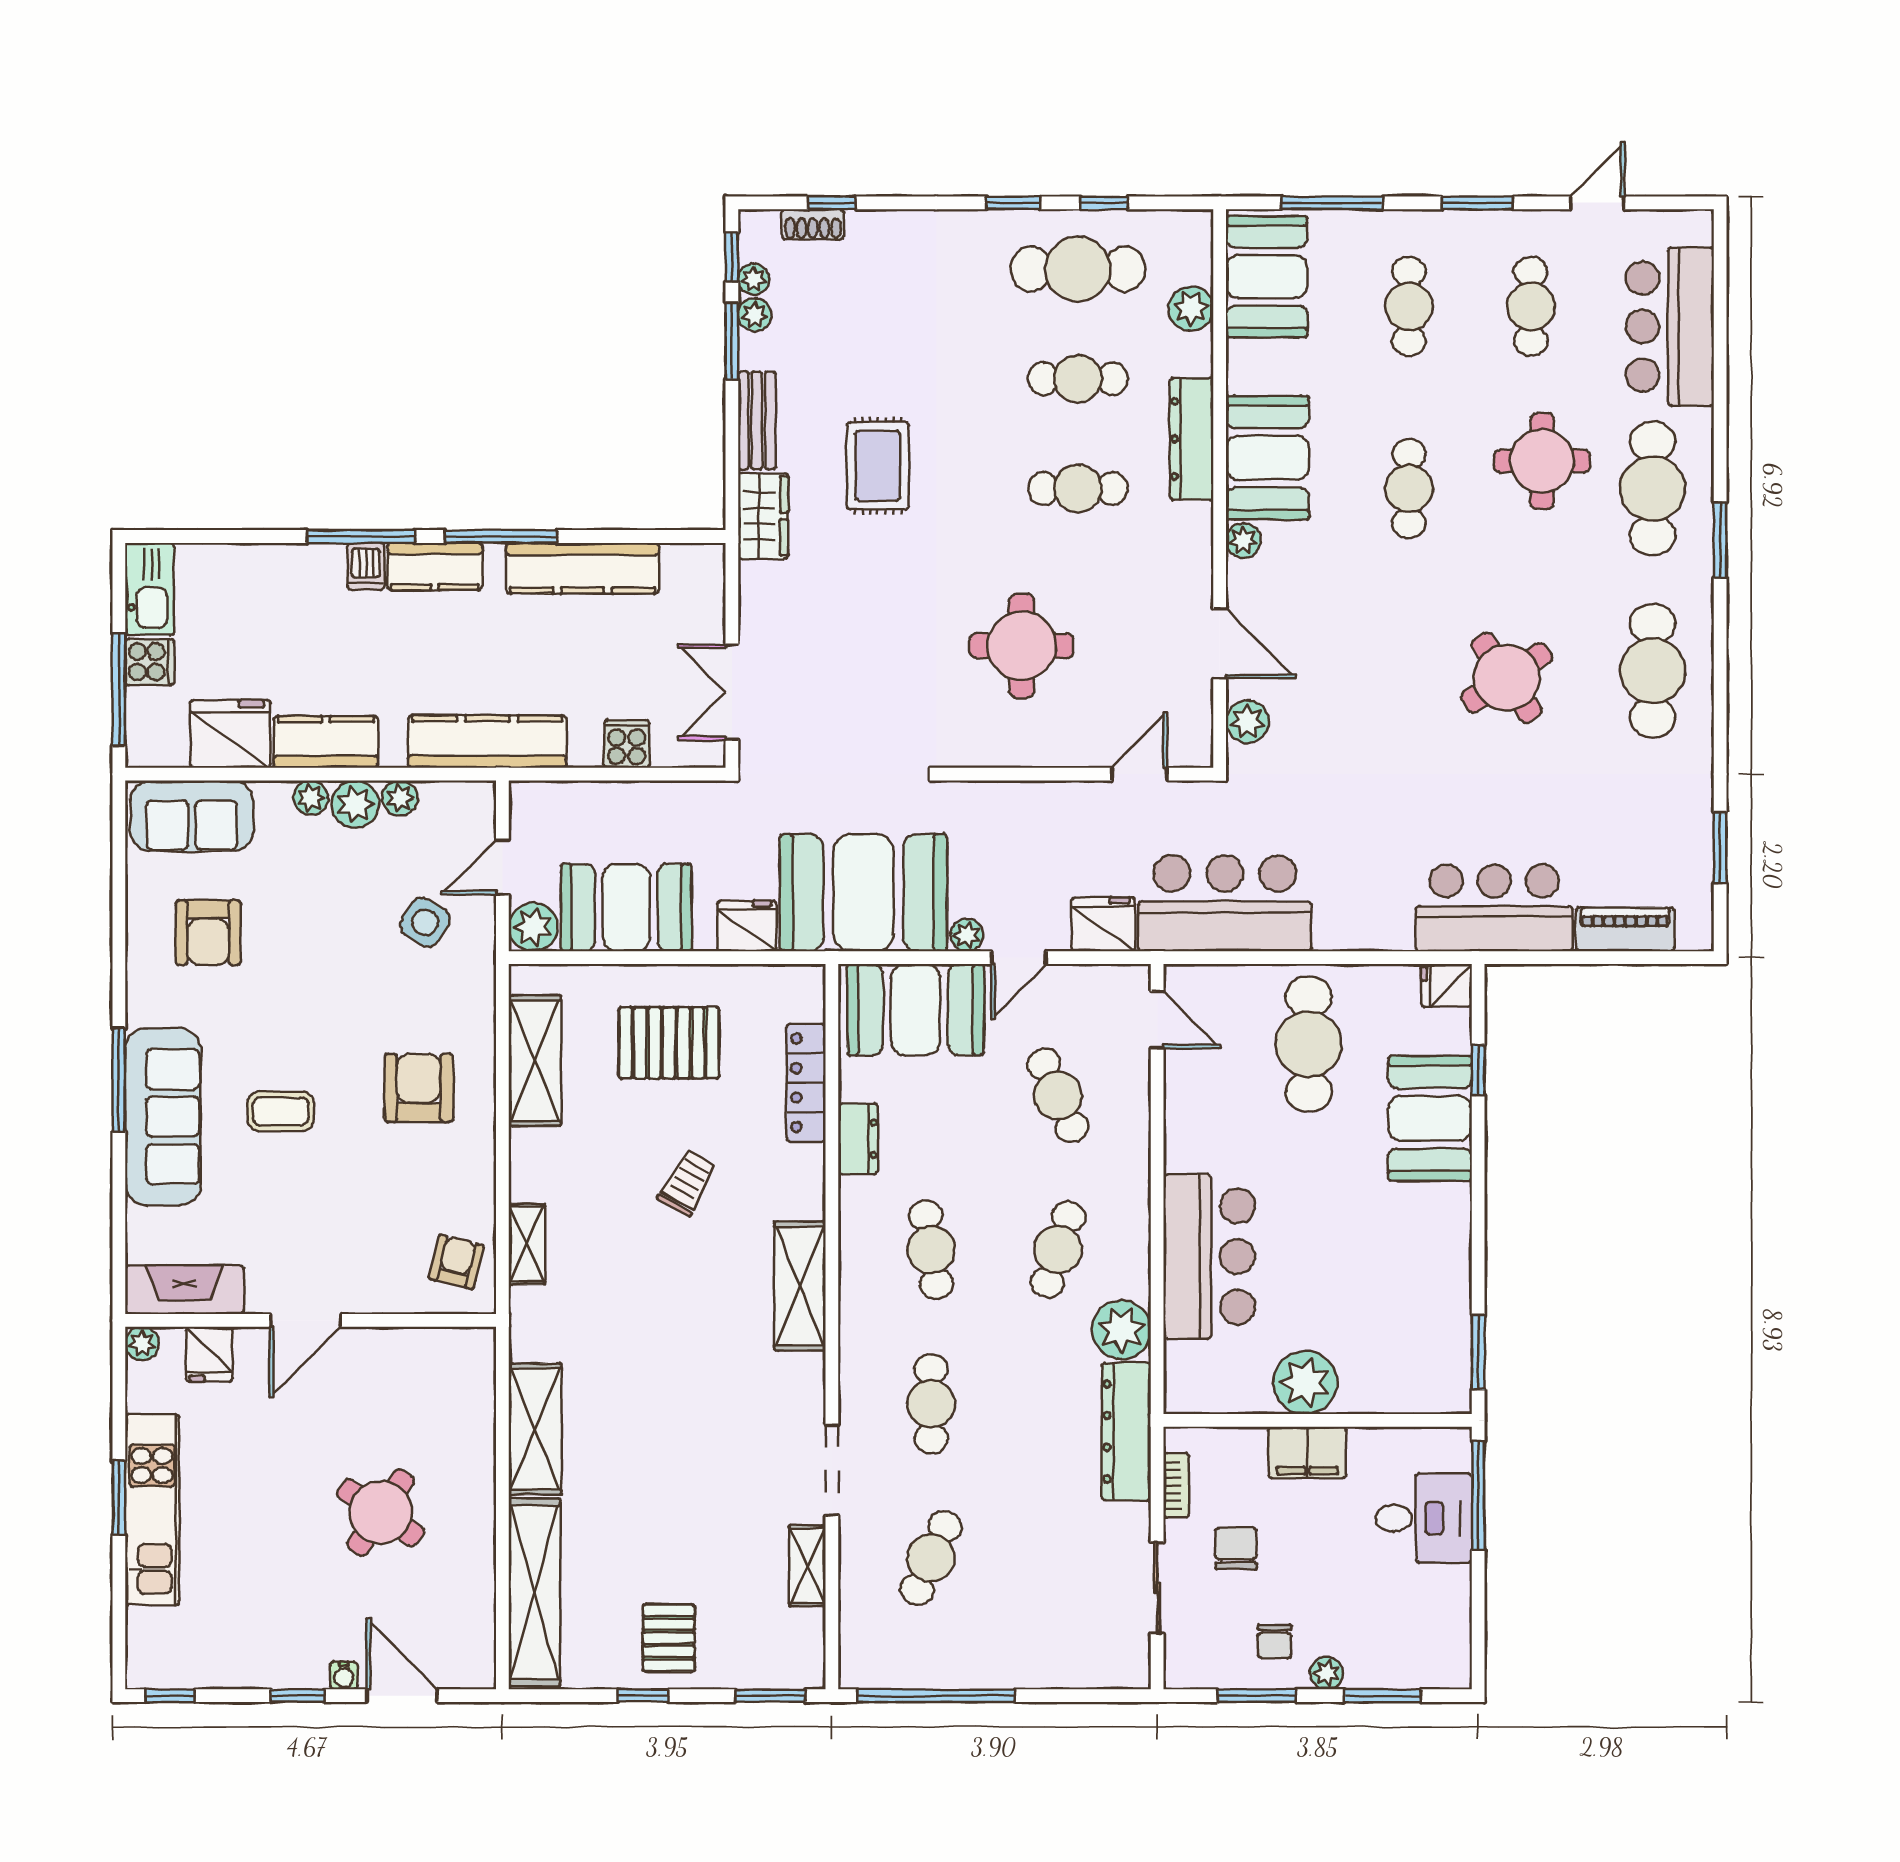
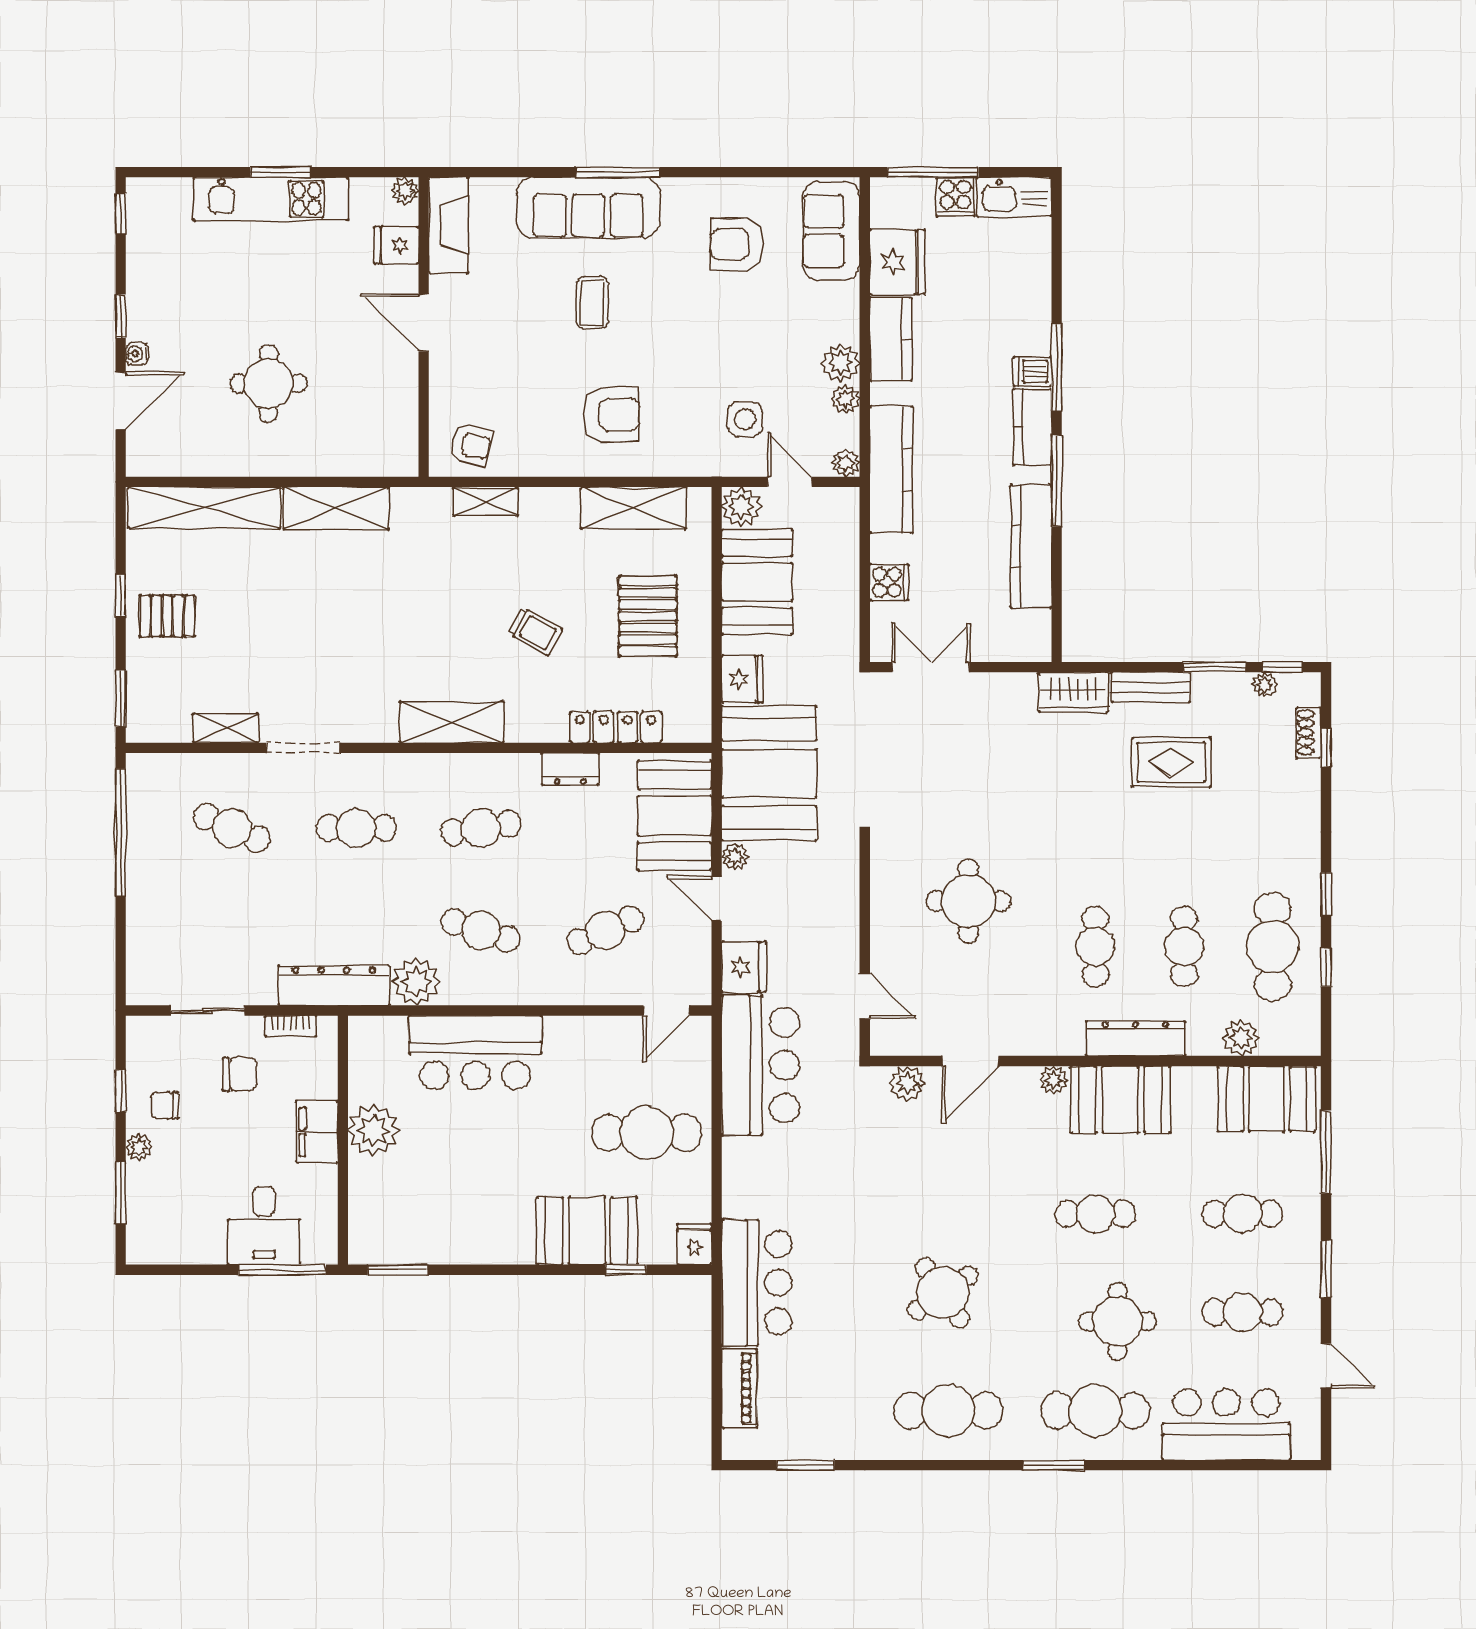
plant: (755, 315) -> (1236, 686), removed
rug: (878, 466) -> (1171, 762), moved
plant: (311, 798) -> (846, 463), moved
side table: (425, 922) -> (745, 419), turned -32
round table: (381, 1513) -> (268, 383), turned -34
window: (1257, 1696) -> (121, 1091), width x0.67

